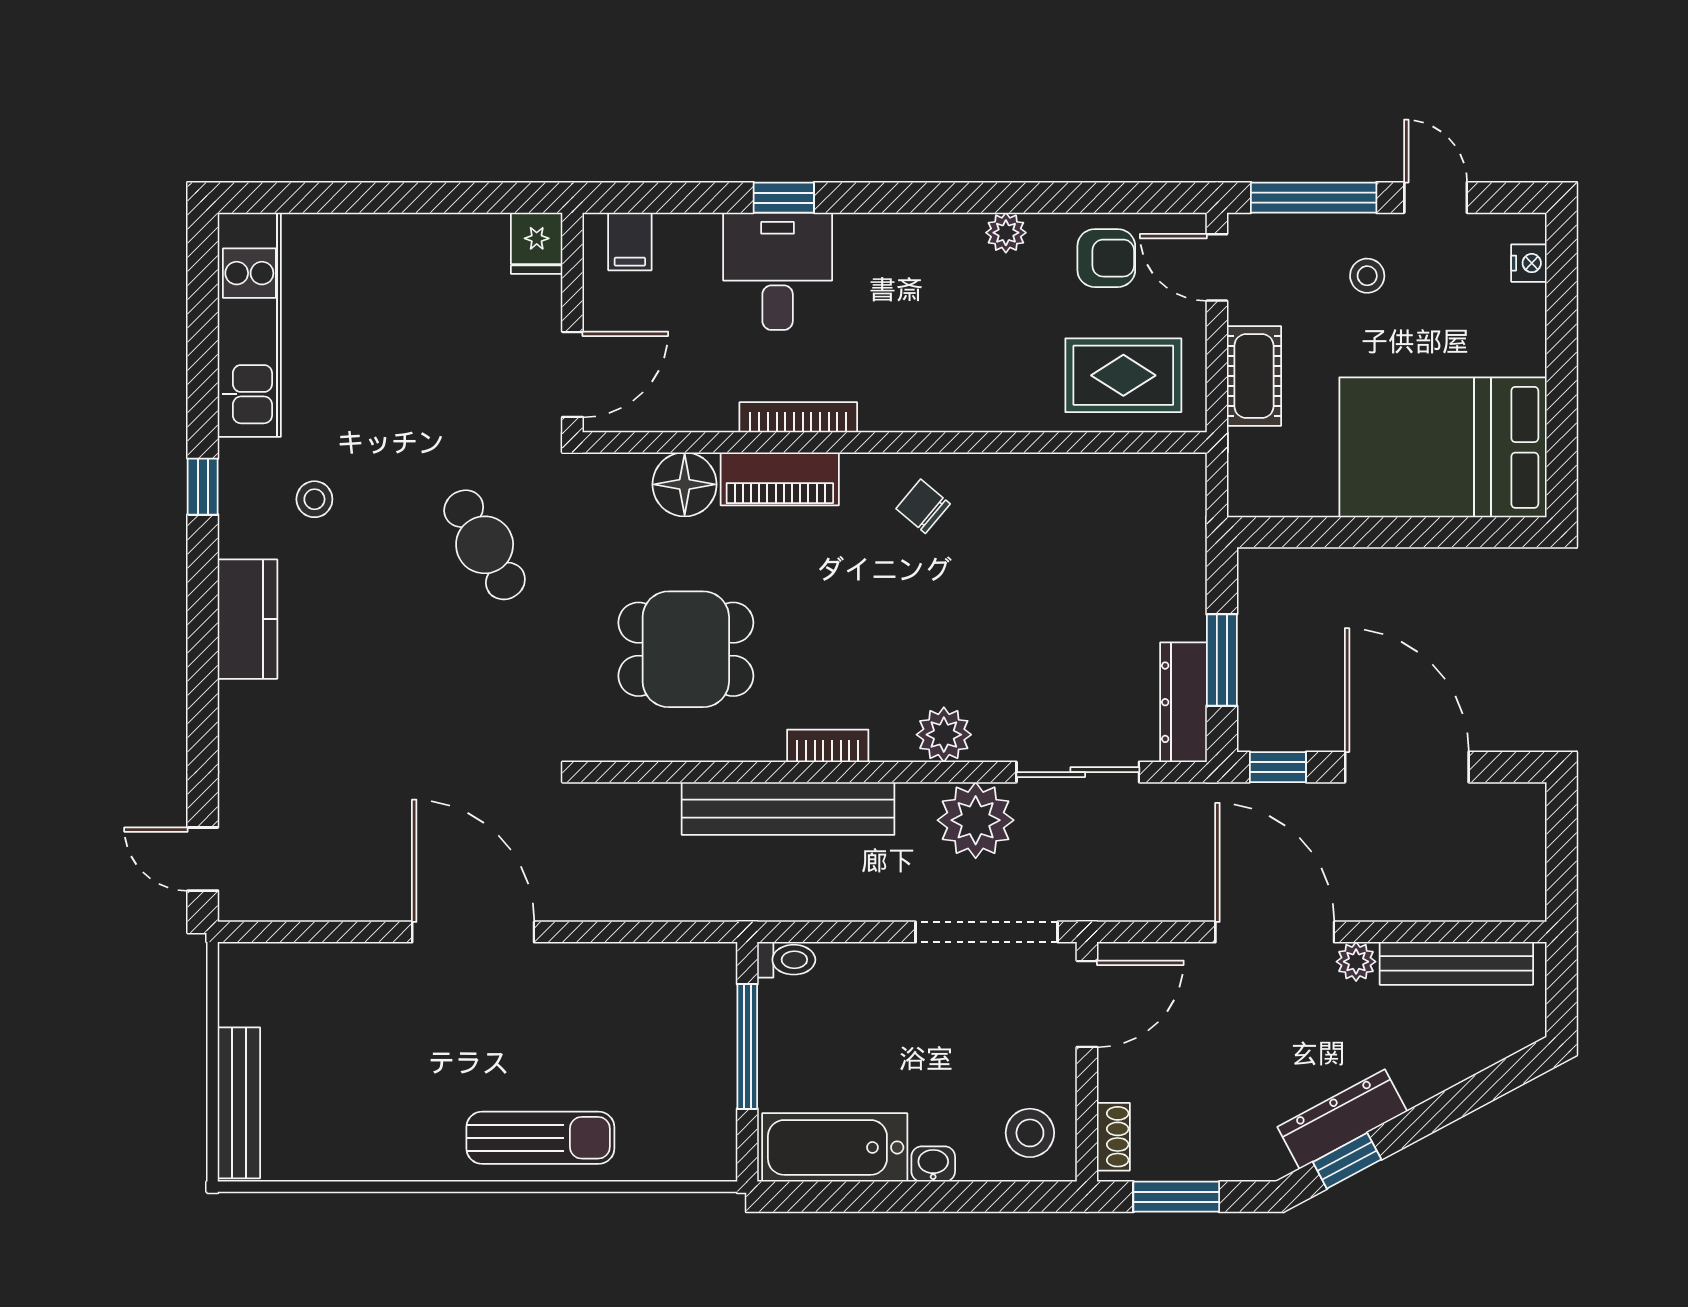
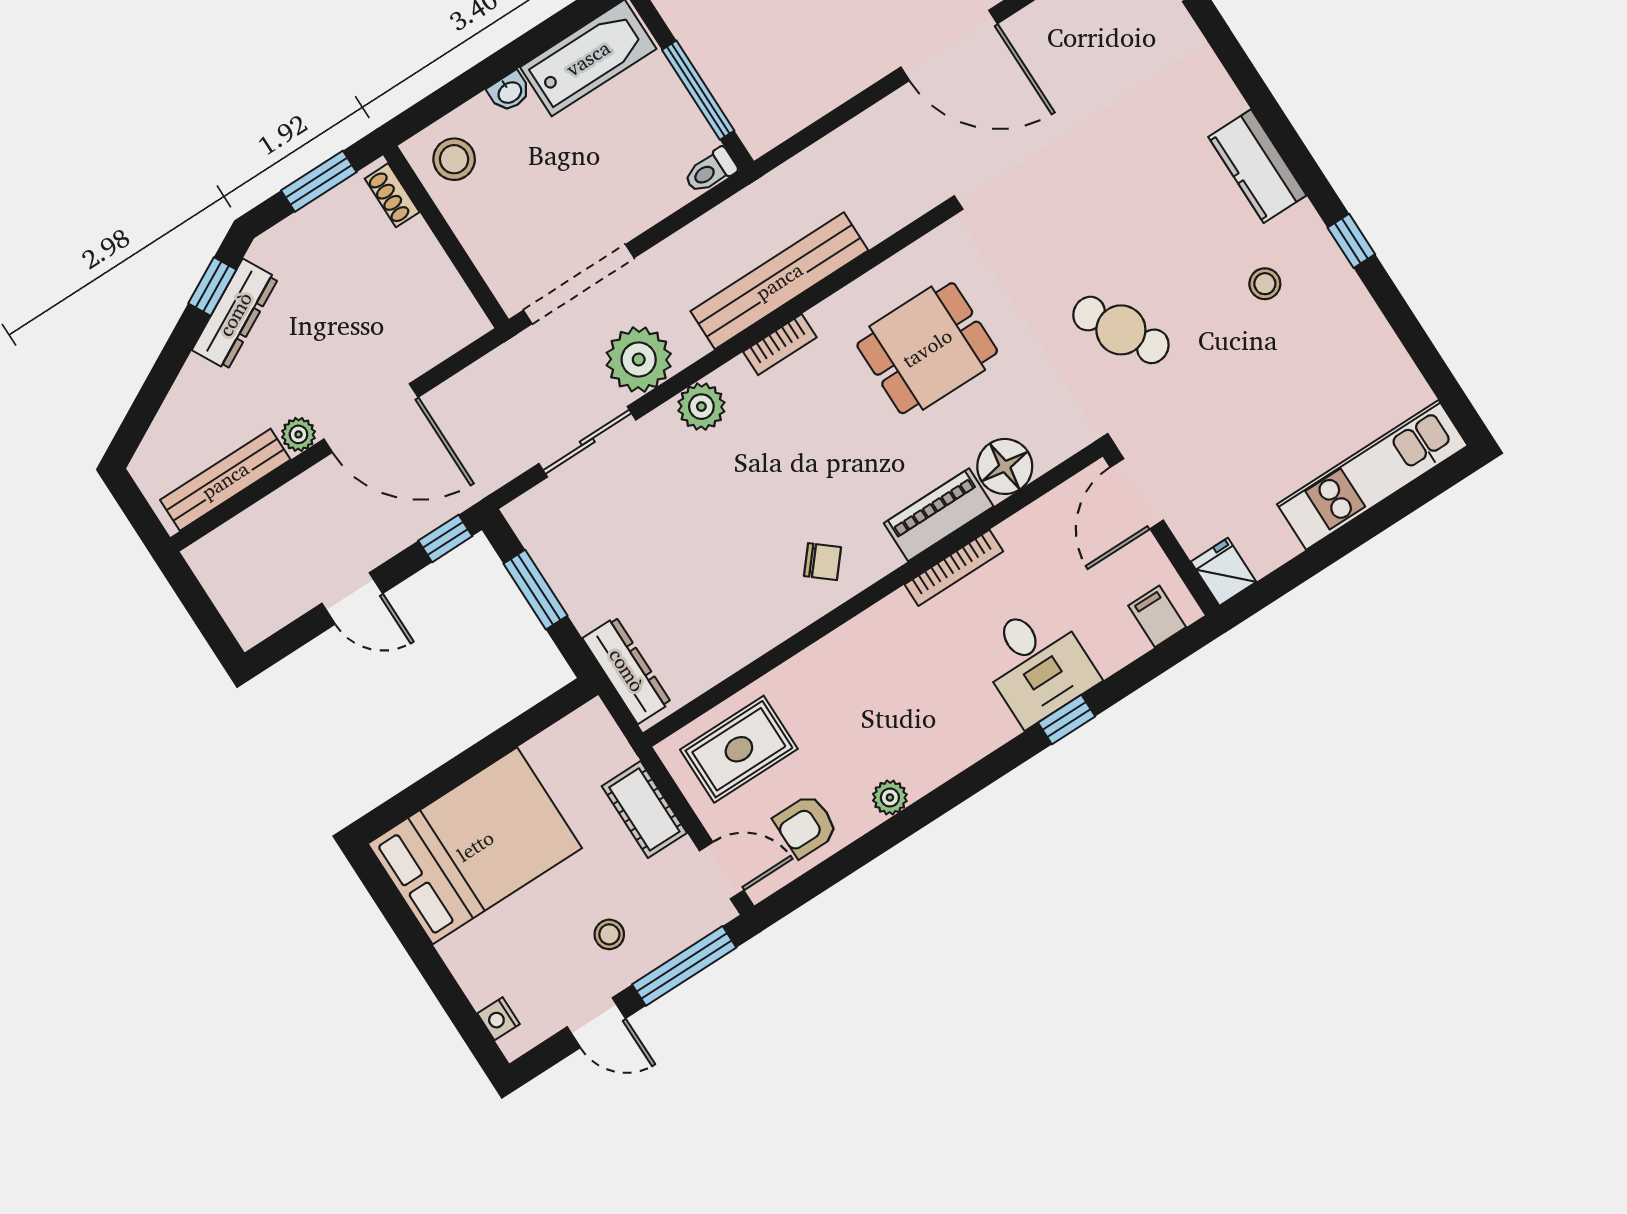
kitchen unit: (249, 325) -> (1372, 475), moved, turned 90
dresser: (1183, 702) -> (627, 670), moved
door: (1407, 767) -> (352, 598), width x0.53
door: (1087, 1004) -> (473, 279), removed

